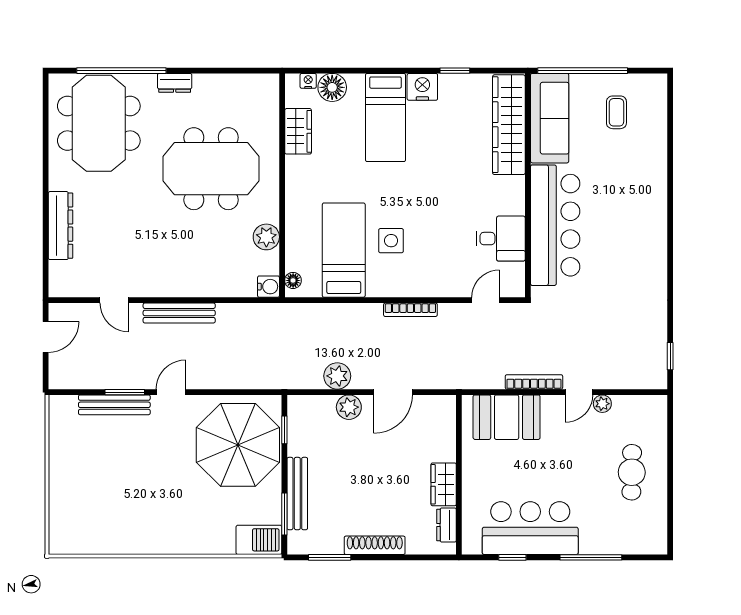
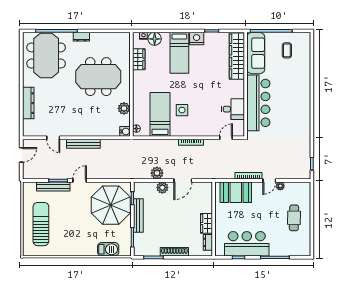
sun lounger: (88, 486) -> (41, 224), added
bench: (297, 494) -> (138, 216), moved
barbecue: (259, 540) -> (108, 249), moved

